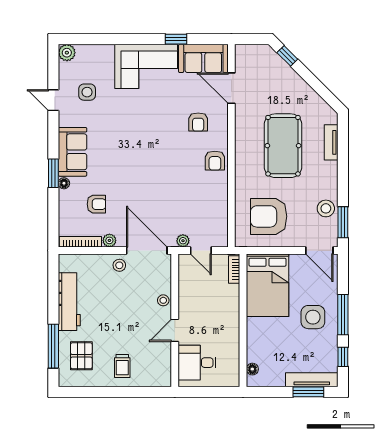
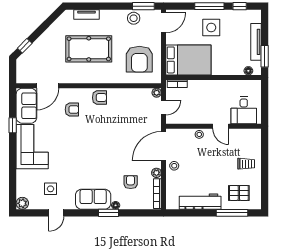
plant: (183, 241) -> (157, 93), moved
tv unit: (312, 380) -> (256, 42), moved
window: (308, 392) -> (265, 56), moved

